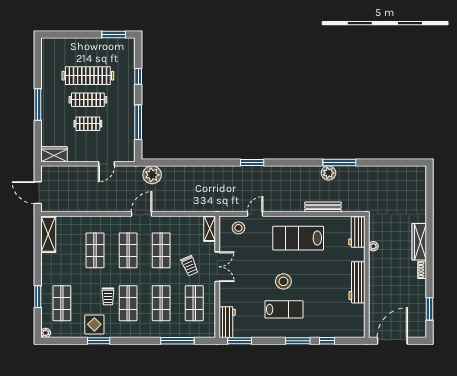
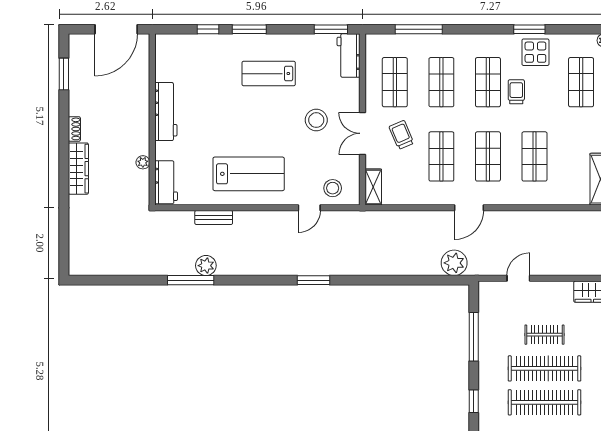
clothes rail: (88, 100) -> (544, 368), width x1.37, depth x1.31
bench: (323, 207) -> (214, 217), width x0.73
stool: (283, 281) -> (316, 120), moved

